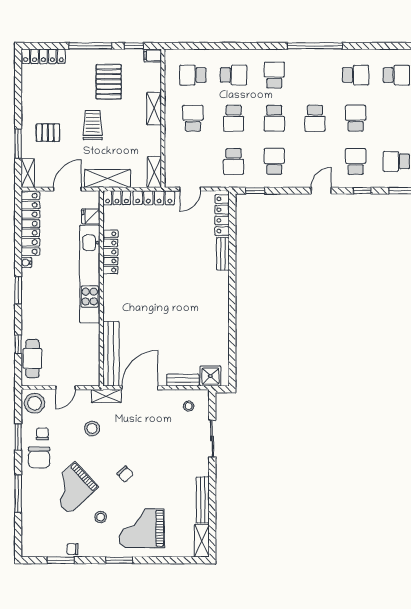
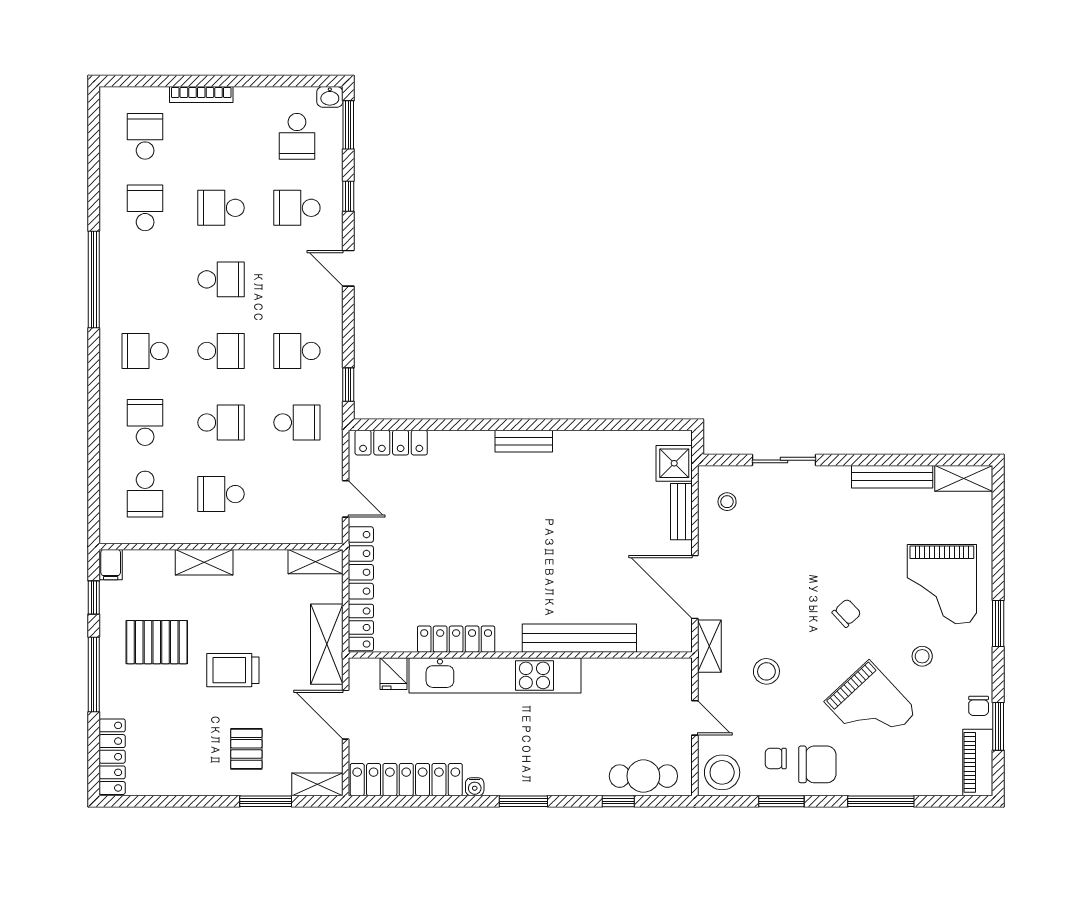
bench: (223, 254) -> (524, 441), moved
bench: (111, 354) -> (579, 638), moved
piano: (40, 549) -> (978, 762), added

